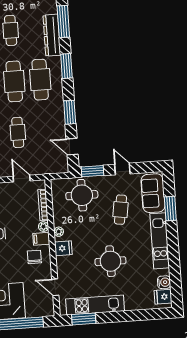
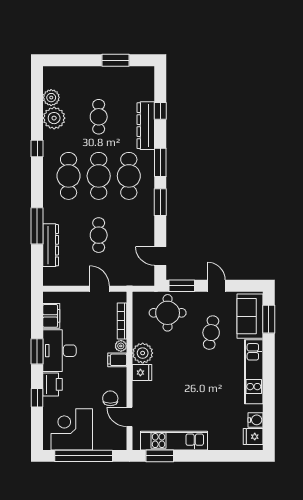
window: (63, 22) -> (160, 111), width x0.46
window: (70, 112) -> (160, 202), moved
window: (170, 209) -> (269, 319), moved
plant: (59, 232) -> (143, 353), width x1.88, depth x1.88
chair: (34, 257) -> (110, 398), moved
round table: (110, 261) -> (195, 391), removed

